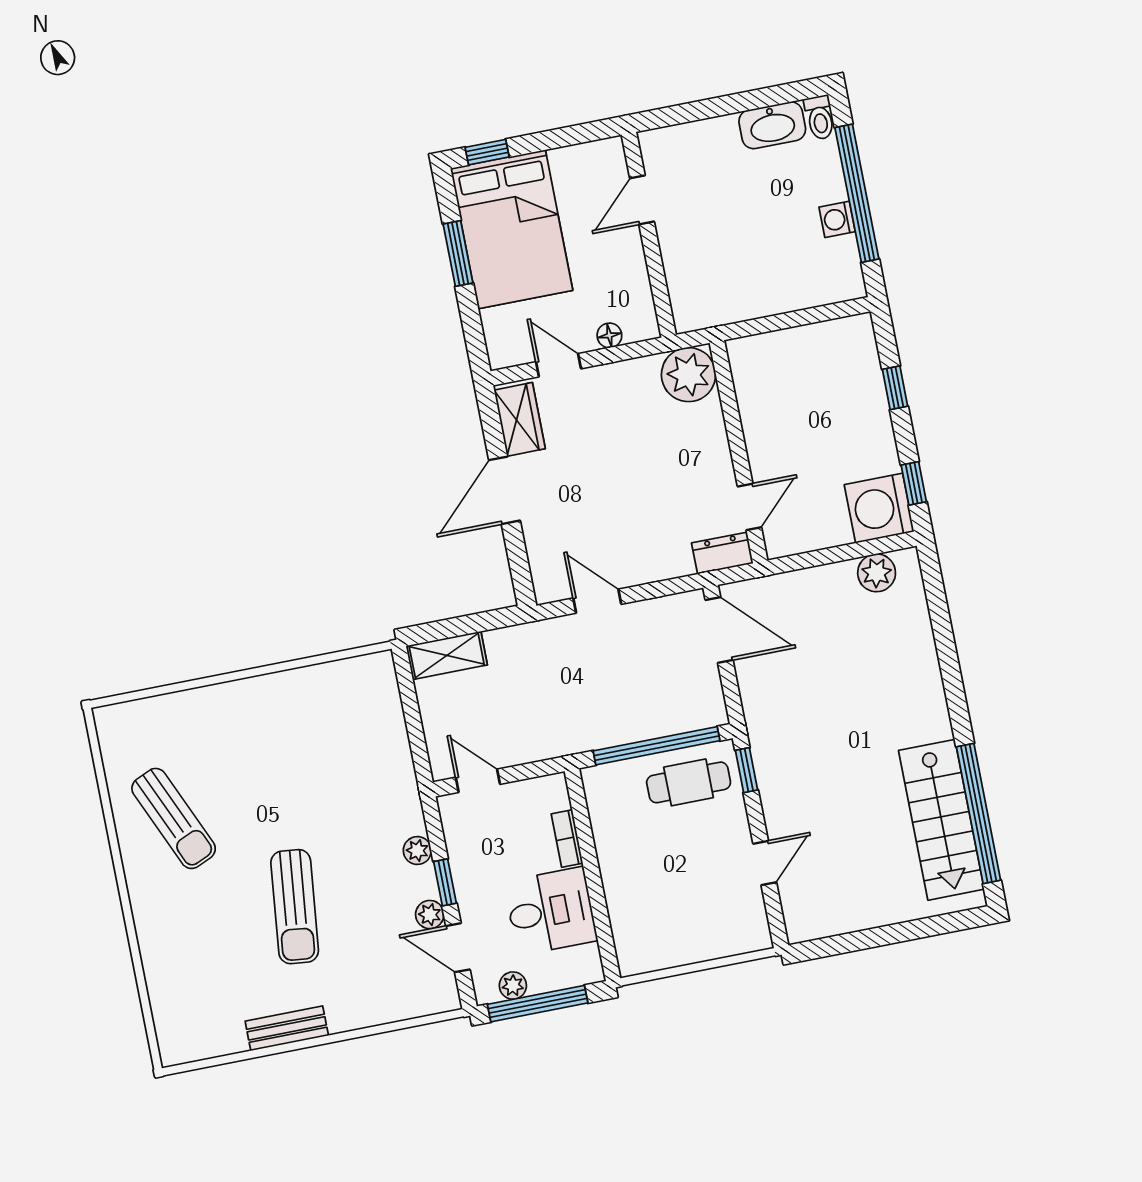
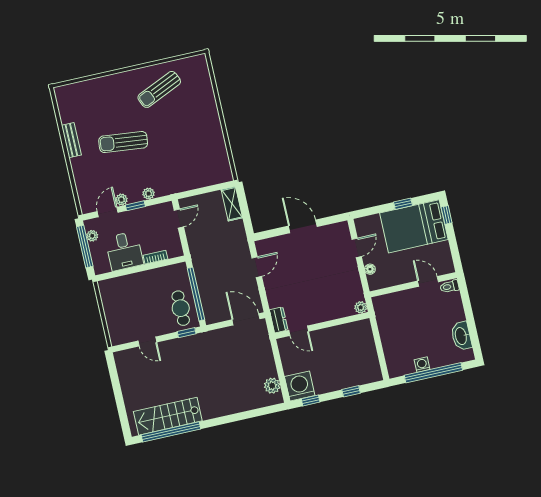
toilet: (820, 117) -> (450, 287), moved
window: (458, 254) -> (403, 204), width x0.67
plant: (689, 375) -> (361, 307), width x0.53, depth x0.53
wardrobe: (520, 419) -> (333, 232), removed
door: (719, 630) -> (246, 319), swing flipped

